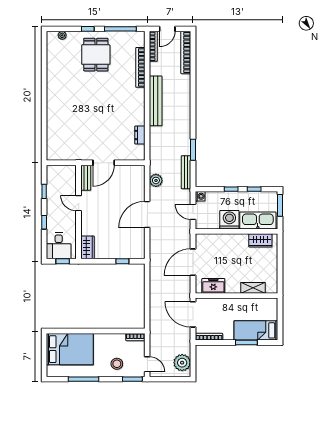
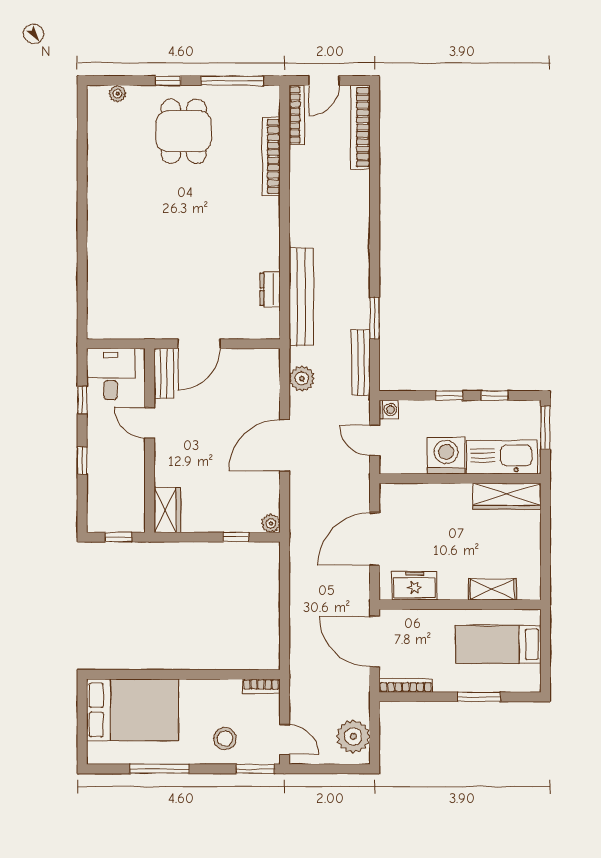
bench: (156, 101) -> (301, 297), moved
wardrobe: (260, 240) -> (507, 496), width x1.50
desk: (59, 246) -> (111, 374), moved, turned 180
plant: (140, 254) -> (271, 523), added
bed: (256, 330) -> (498, 644), moved

